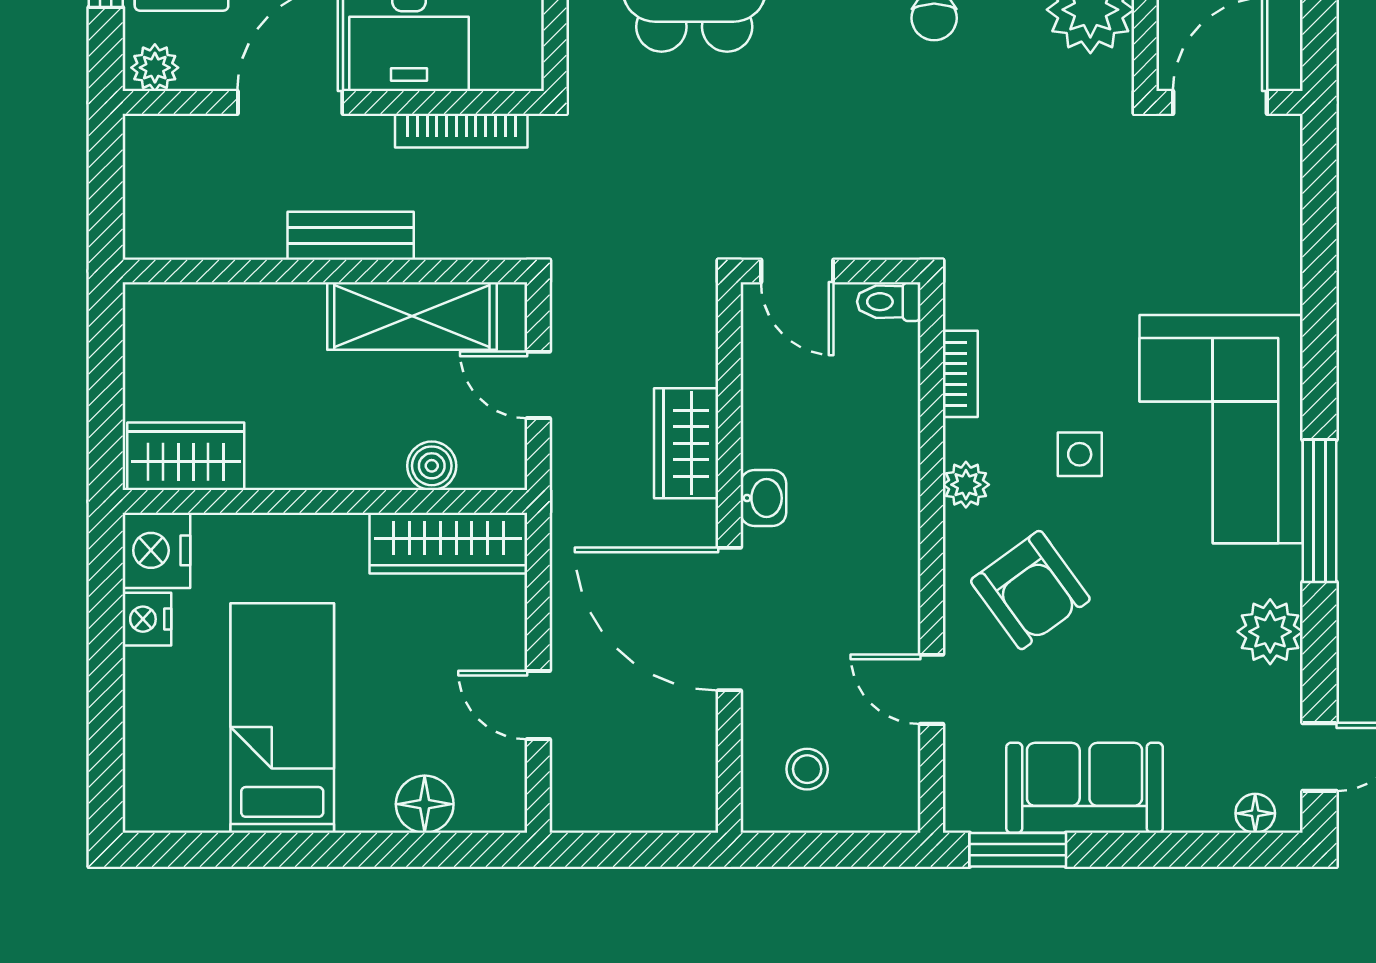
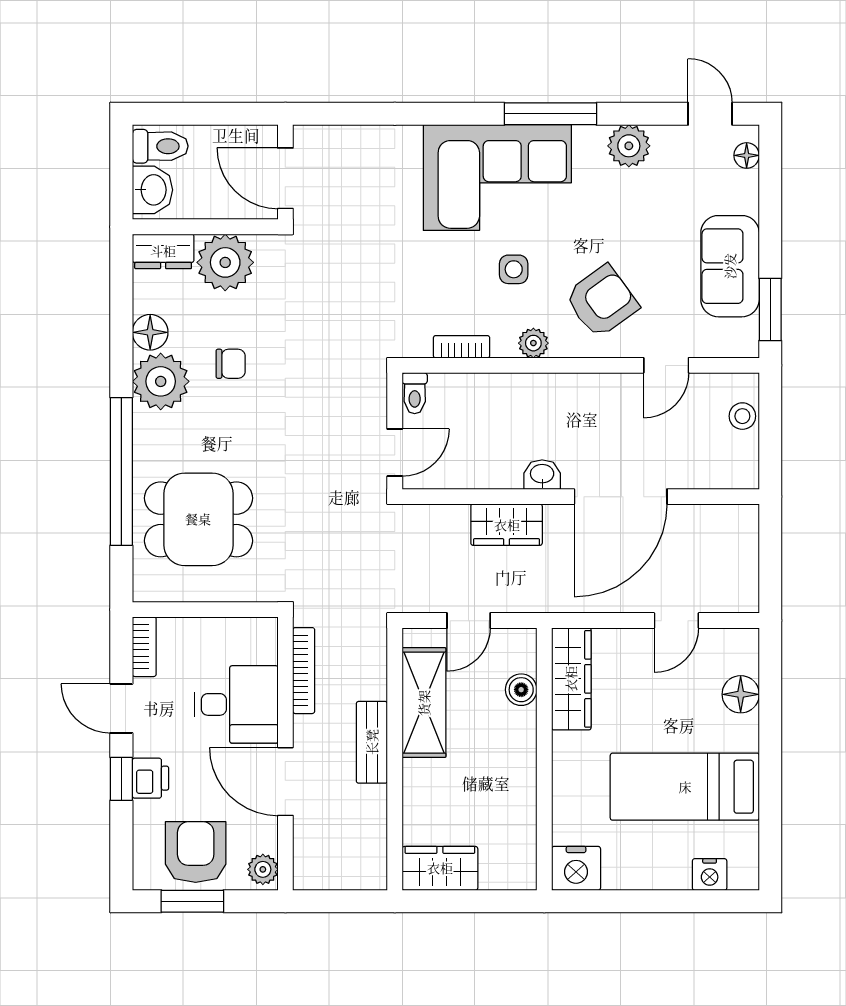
wardrobe: (186, 456) -> (440, 868), moved, turned 90
nightstand: (147, 619) -> (710, 874), moved
stool: (807, 769) -> (742, 416), moved

